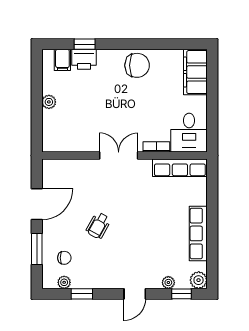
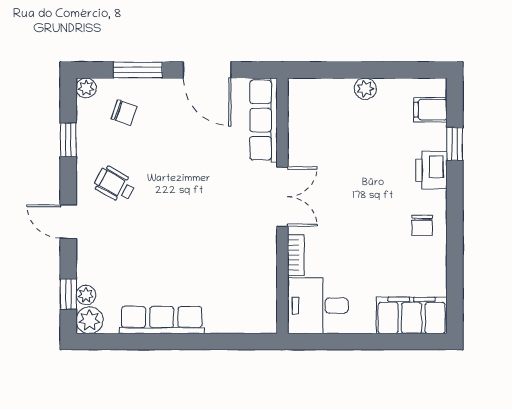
printer: (84, 59) -> (431, 170), moved
chair: (137, 65) -> (422, 225), width x0.54, depth x0.54
row of seats: (180, 168) -> (264, 120), moved
wheelchair: (98, 226) -> (115, 184), moved
chair: (64, 258) -> (124, 113), turned -71
plant: (64, 282) -> (86, 88), moved
plant: (168, 282) -> (86, 295), moved

